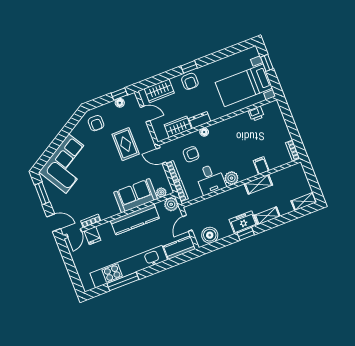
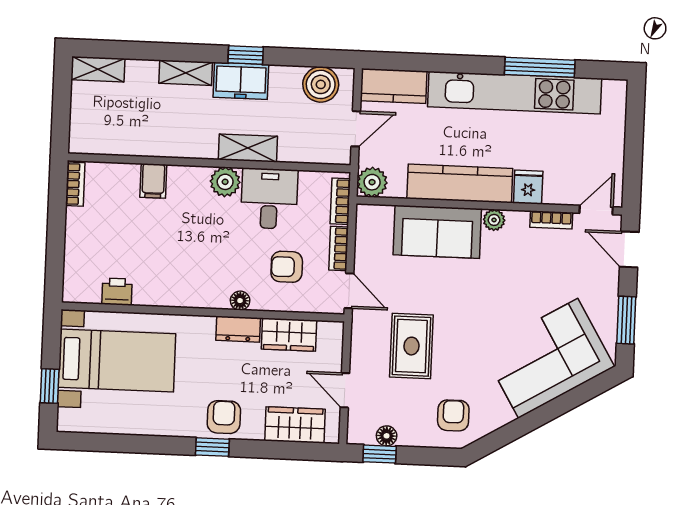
shelving: (258, 184) -> (248, 148), moved
plant: (161, 192) -> (494, 220), moved
fridge: (92, 236) -> (528, 187), moved

